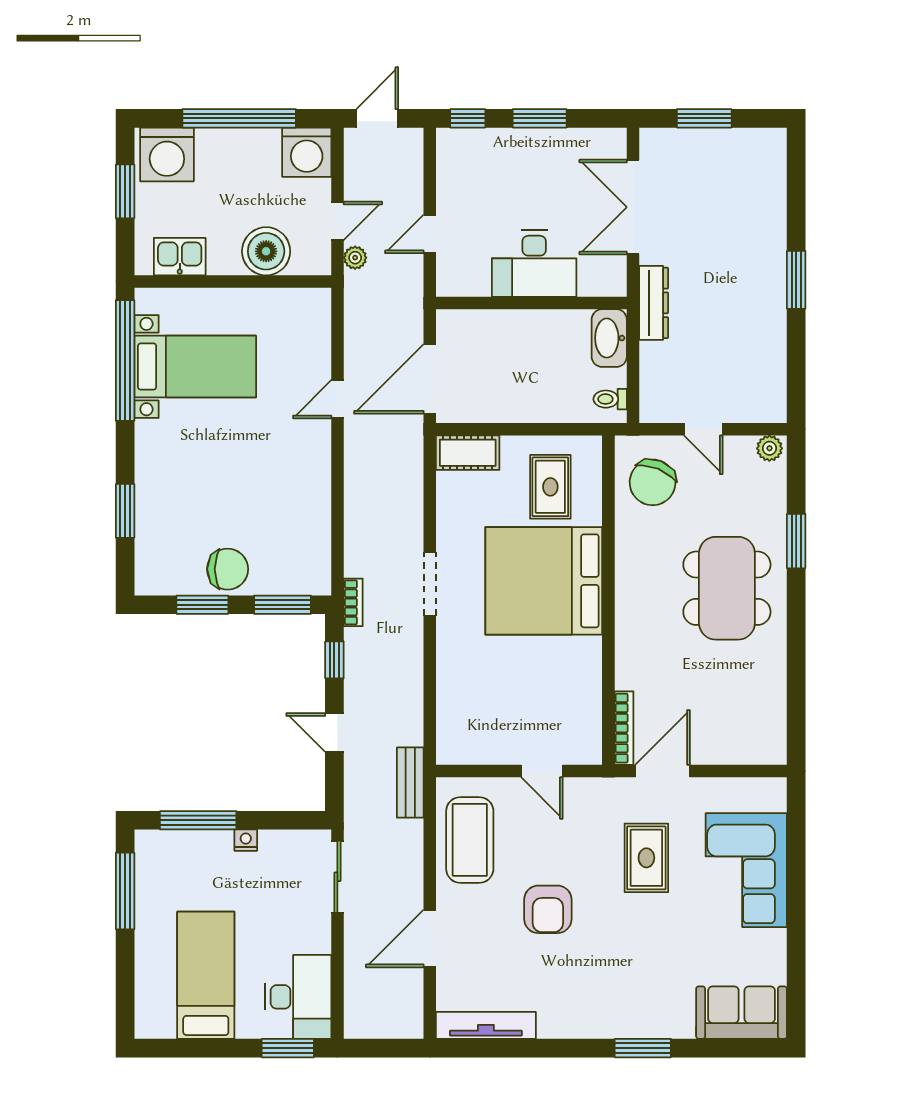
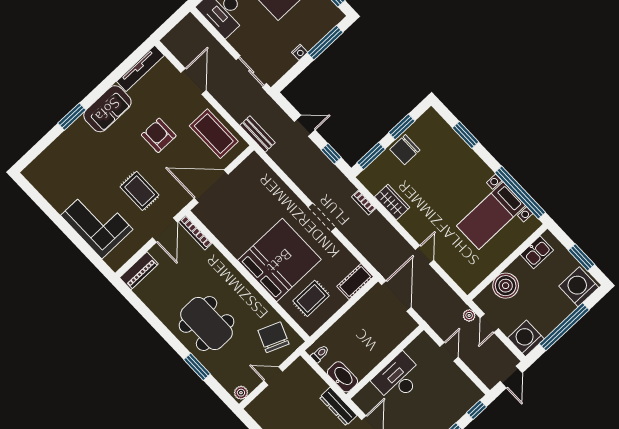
rug: (550, 487) -> (311, 298), turned 90
wardrobe: (314, 514) -> (392, 202), added
bookcase: (353, 602) -> (364, 203), moved
piano: (751, 749) -> (139, 271), added
door: (542, 771) -> (211, 186), width x1.87
sofa: (742, 1013) -> (107, 109), moved

